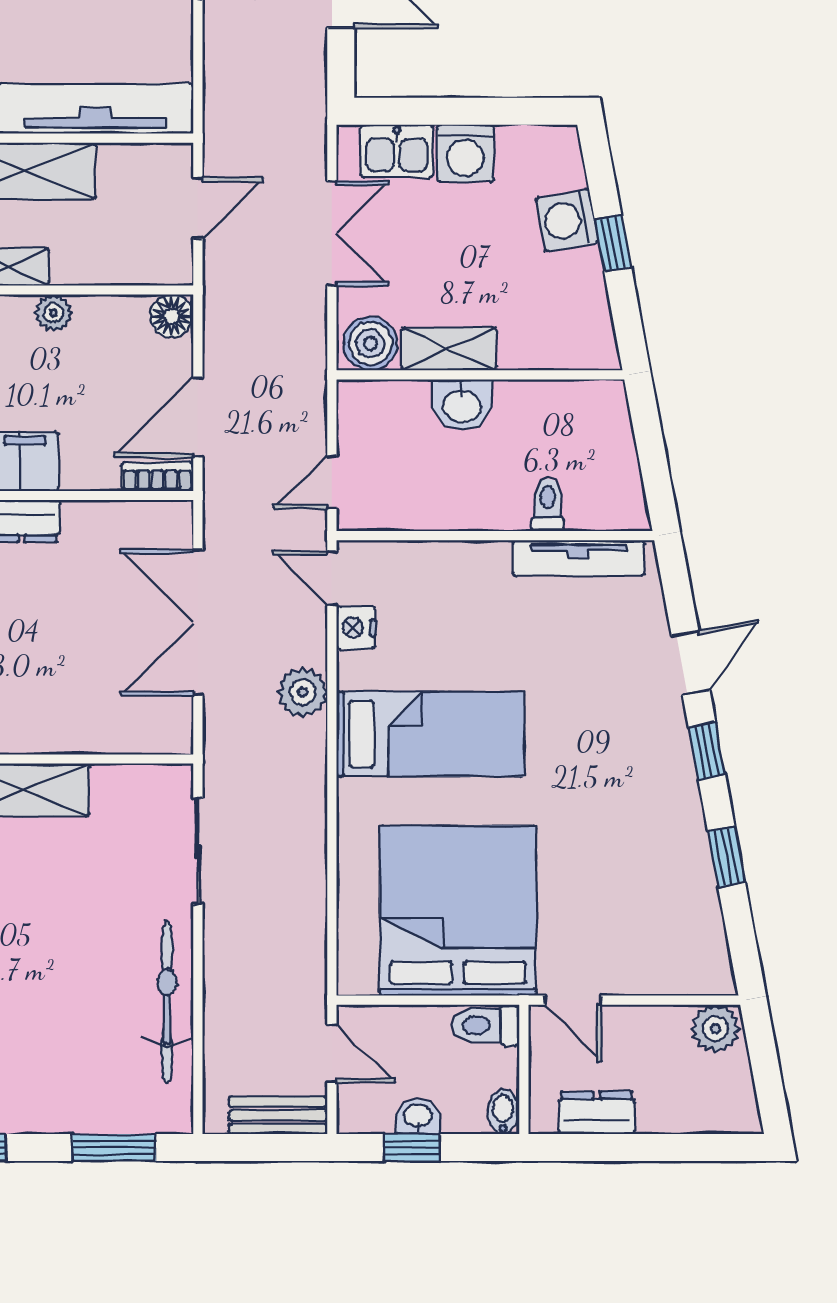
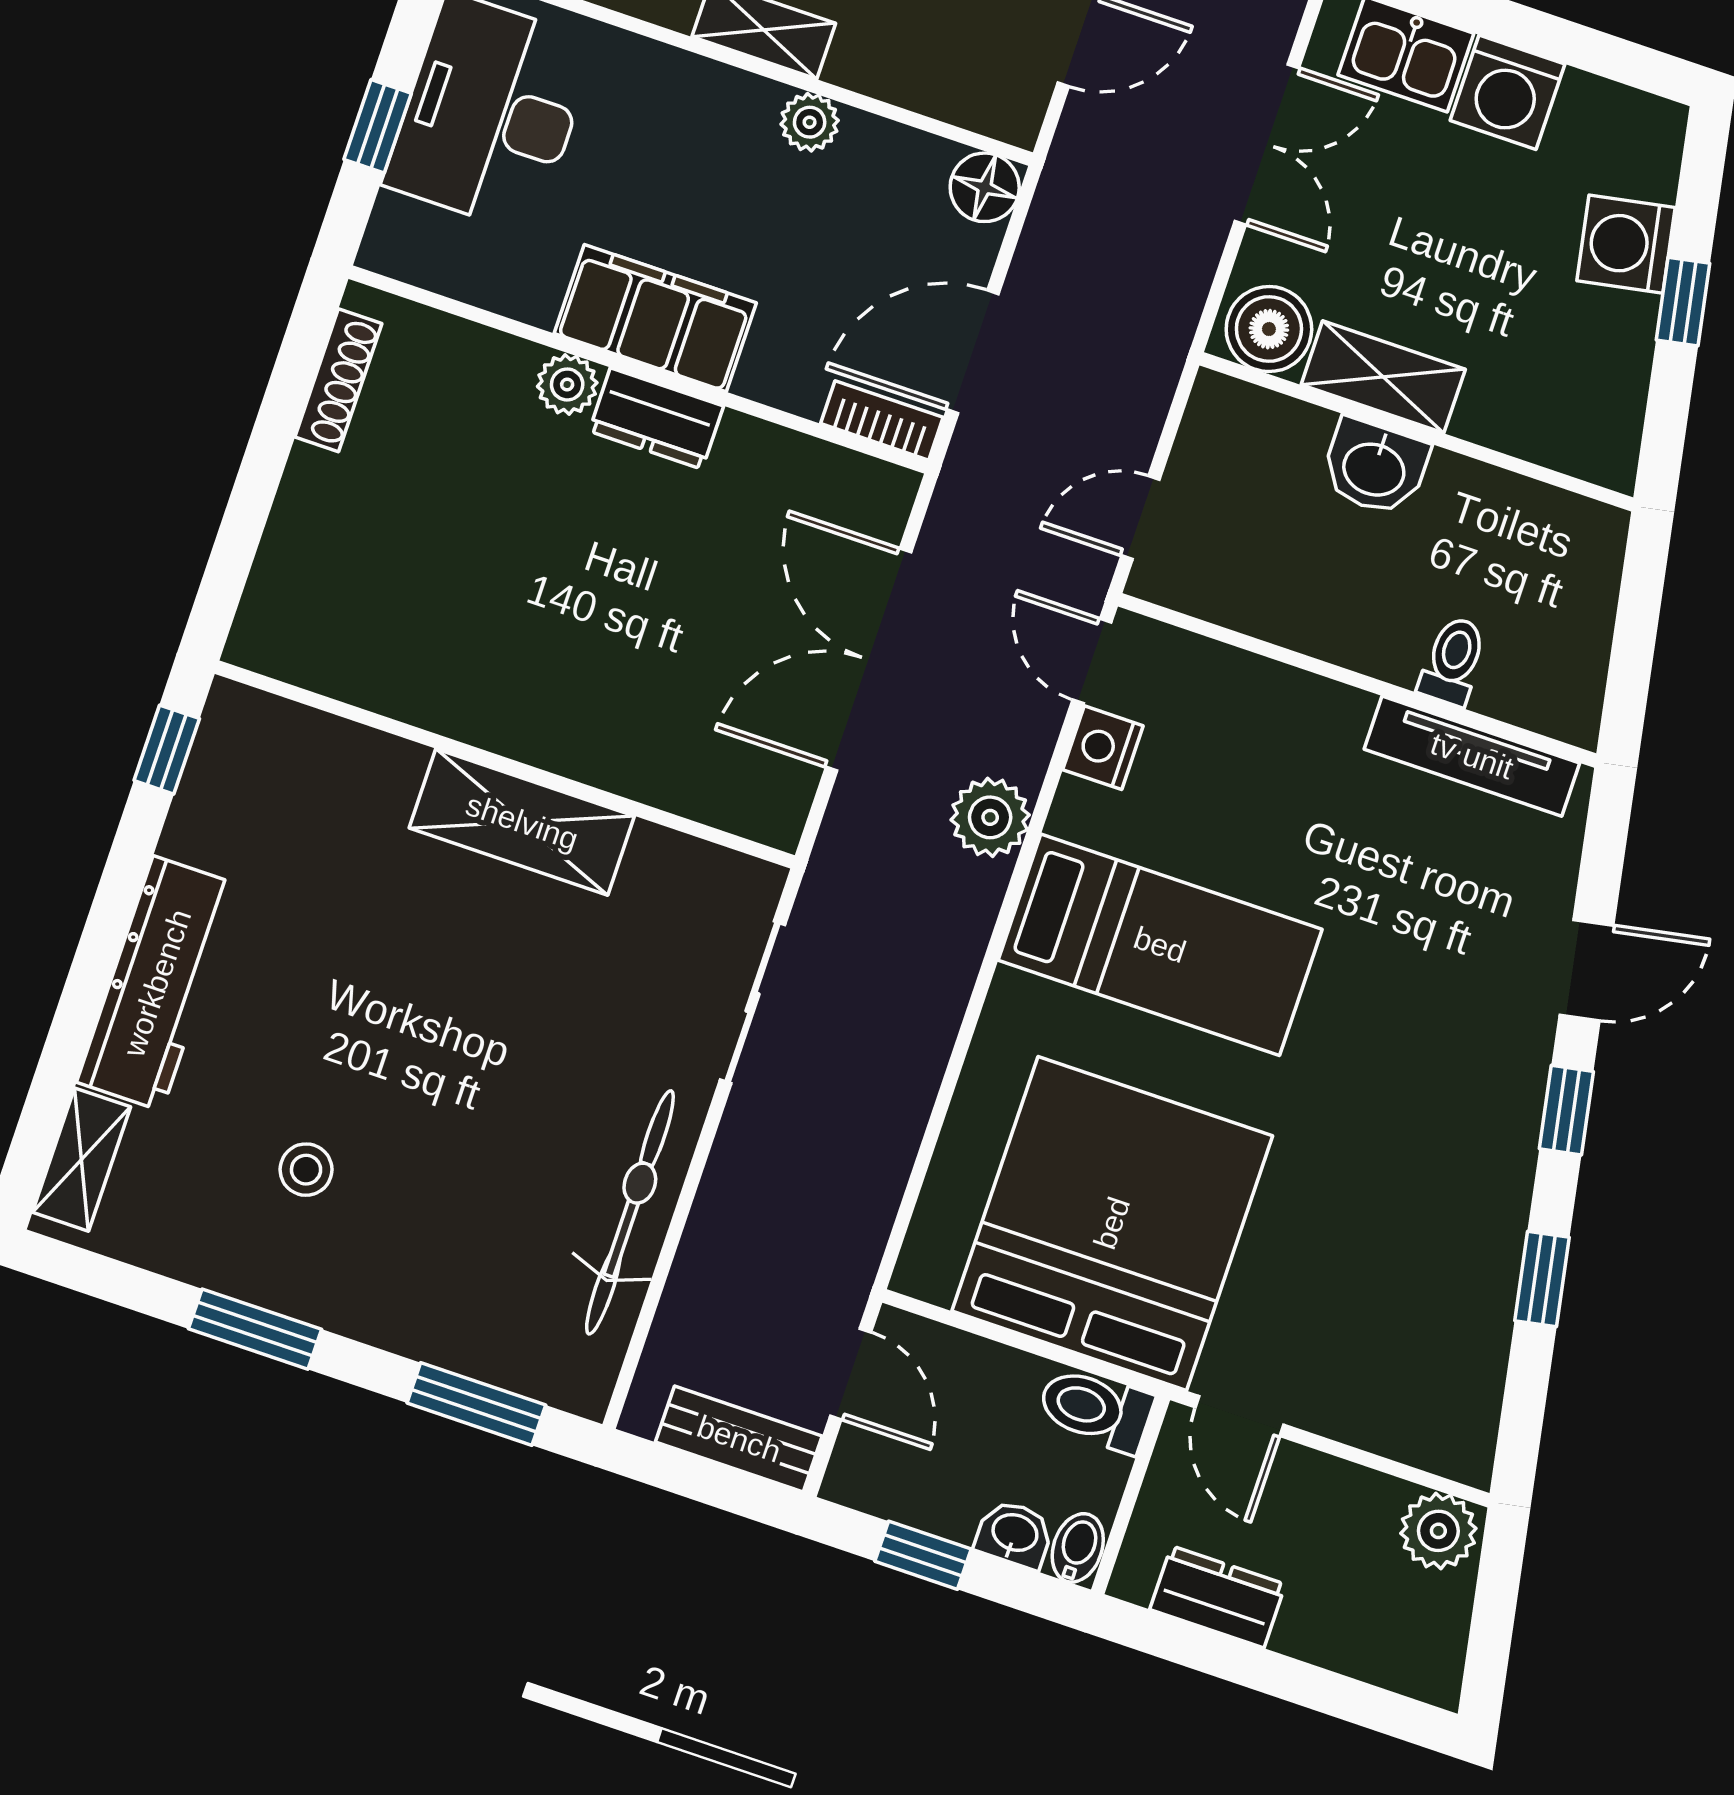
washbasin: (418, 1116) -> (1014, 1534), moved

